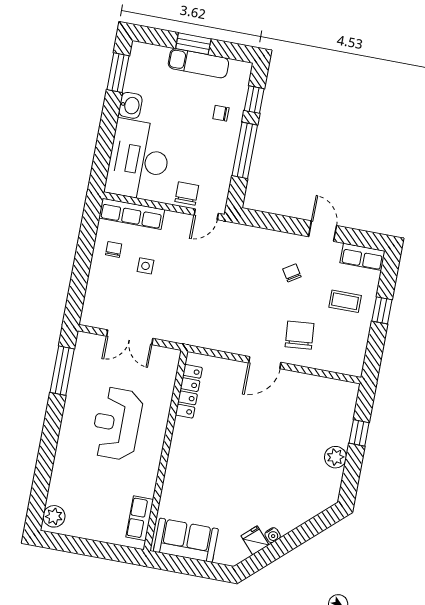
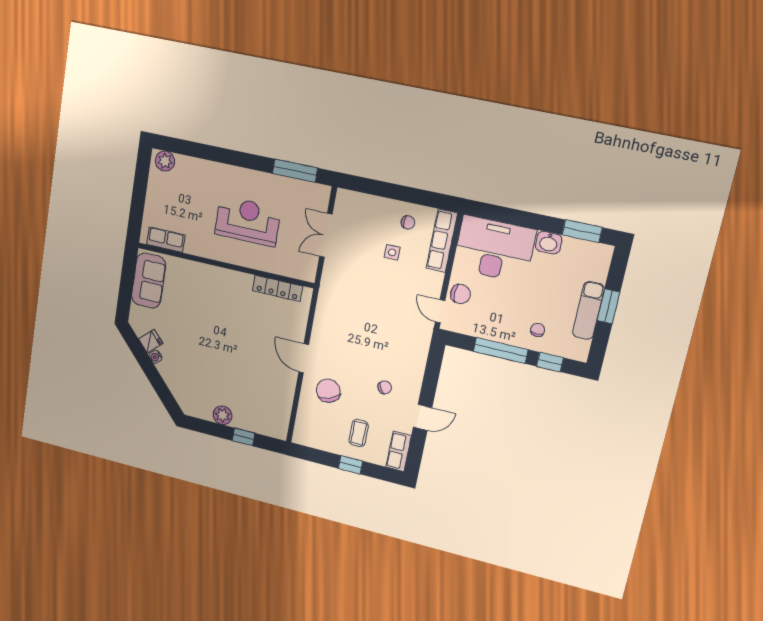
chair: (299, 335) -> (328, 391), turned -106

